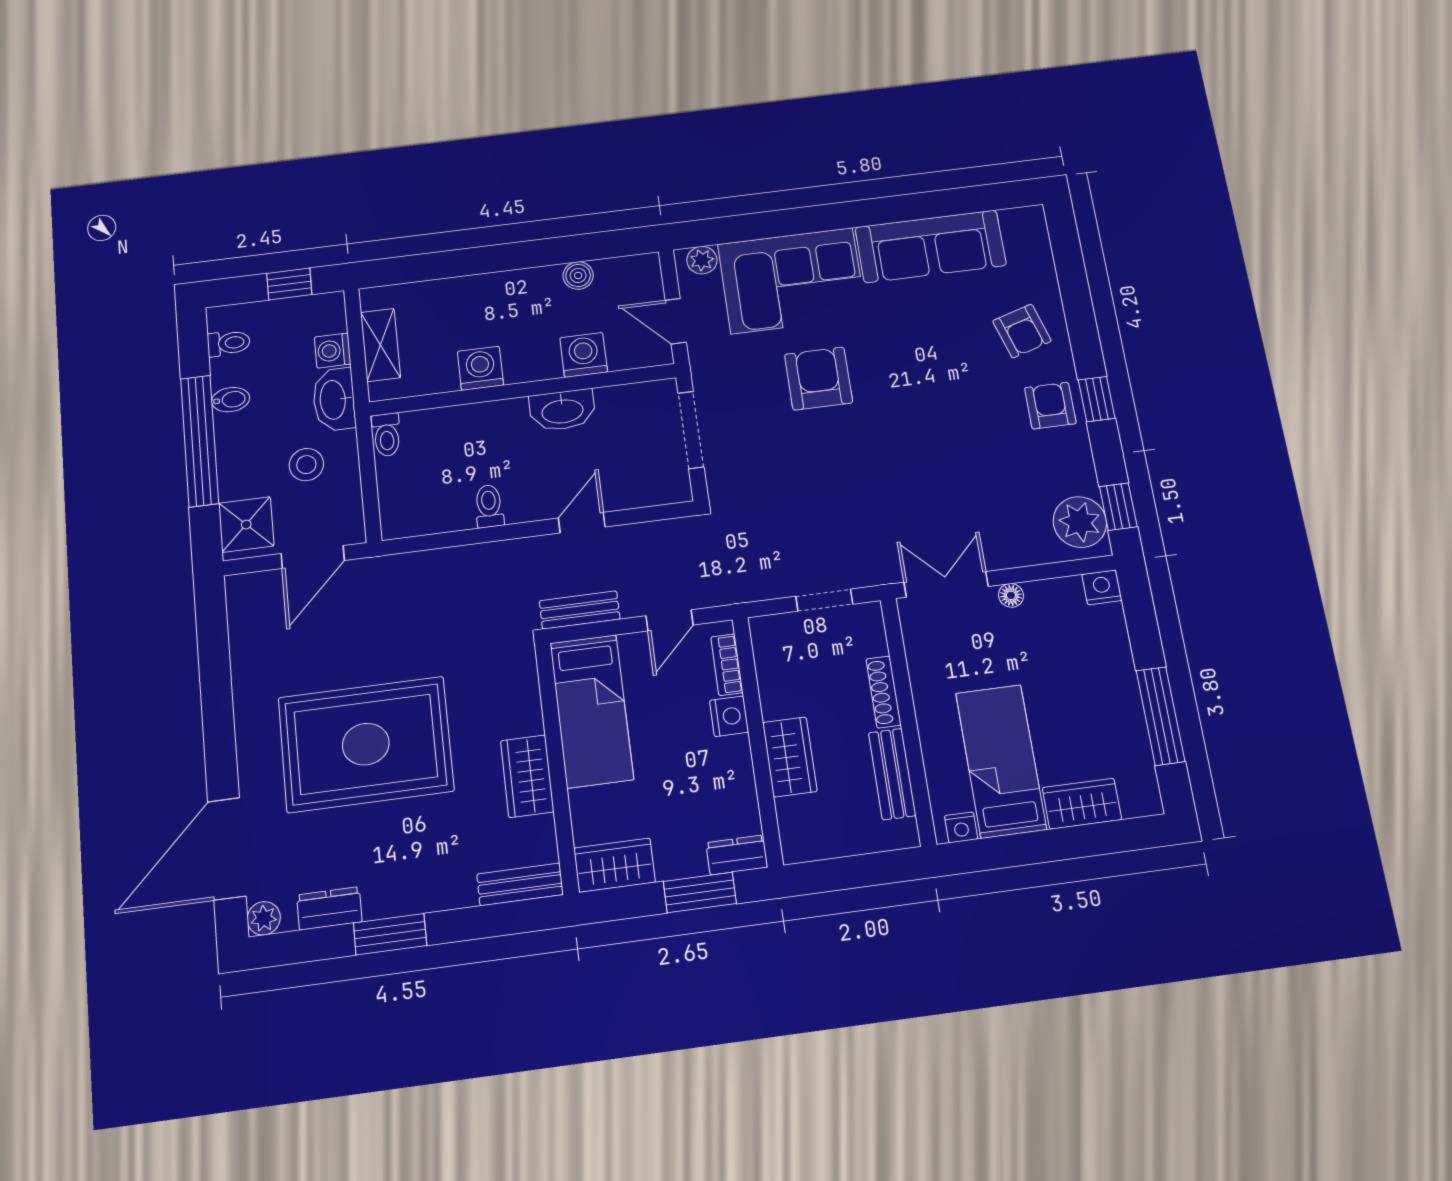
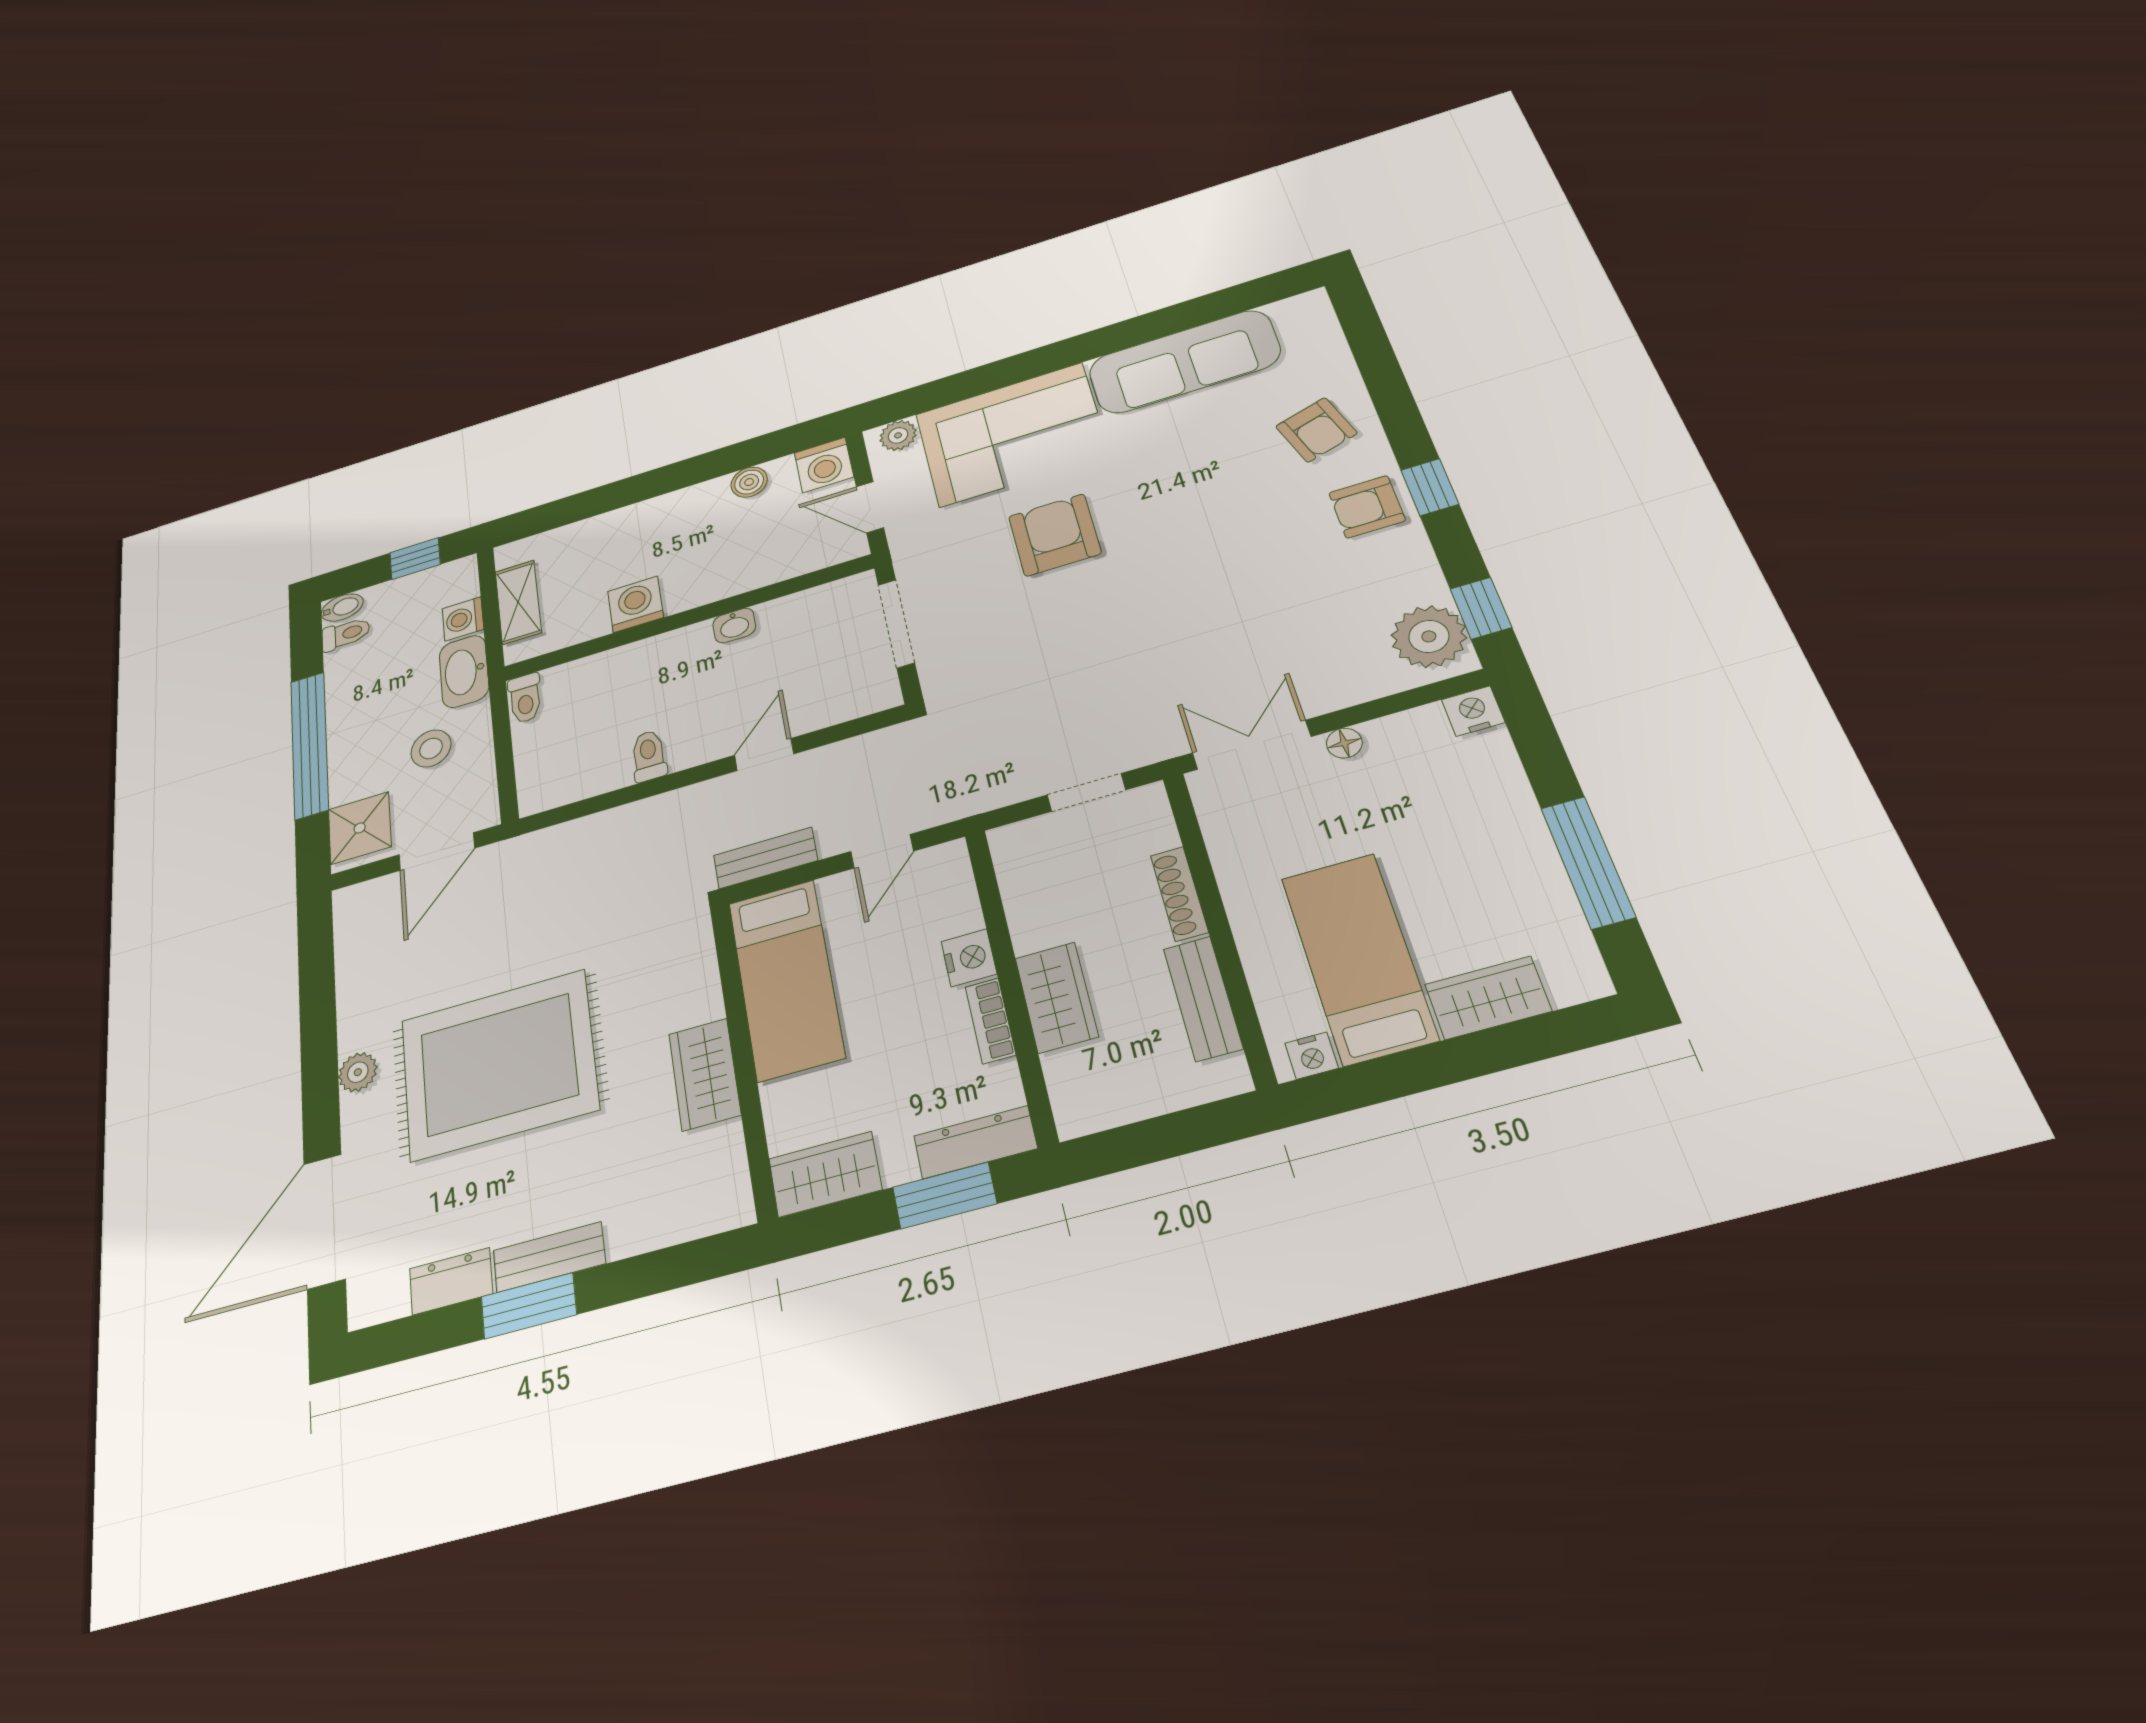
washing machine: (584, 355) -> (824, 465), moved, turned 180
bidet: (231, 400) -> (342, 607), moved
armchair: (1050, 406) -> (1367, 507), turned -90
washbasin: (562, 410) -> (734, 625), width x0.52, depth x0.69
bookcase: (727, 665) -> (990, 1021), moved
dresser: (737, 855) -> (975, 1142), width x1.44
bench: (520, 884) -> (549, 1257), moved
plant: (264, 918) -> (358, 1072), moved

